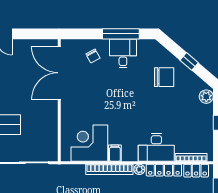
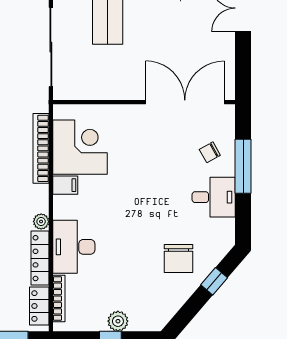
window: (121, 34) -> (243, 166), moved
window: (189, 61) -> (214, 281), moved
plant: (206, 97) -> (118, 321), moved
bookcase: (109, 169) -> (41, 148), moved

